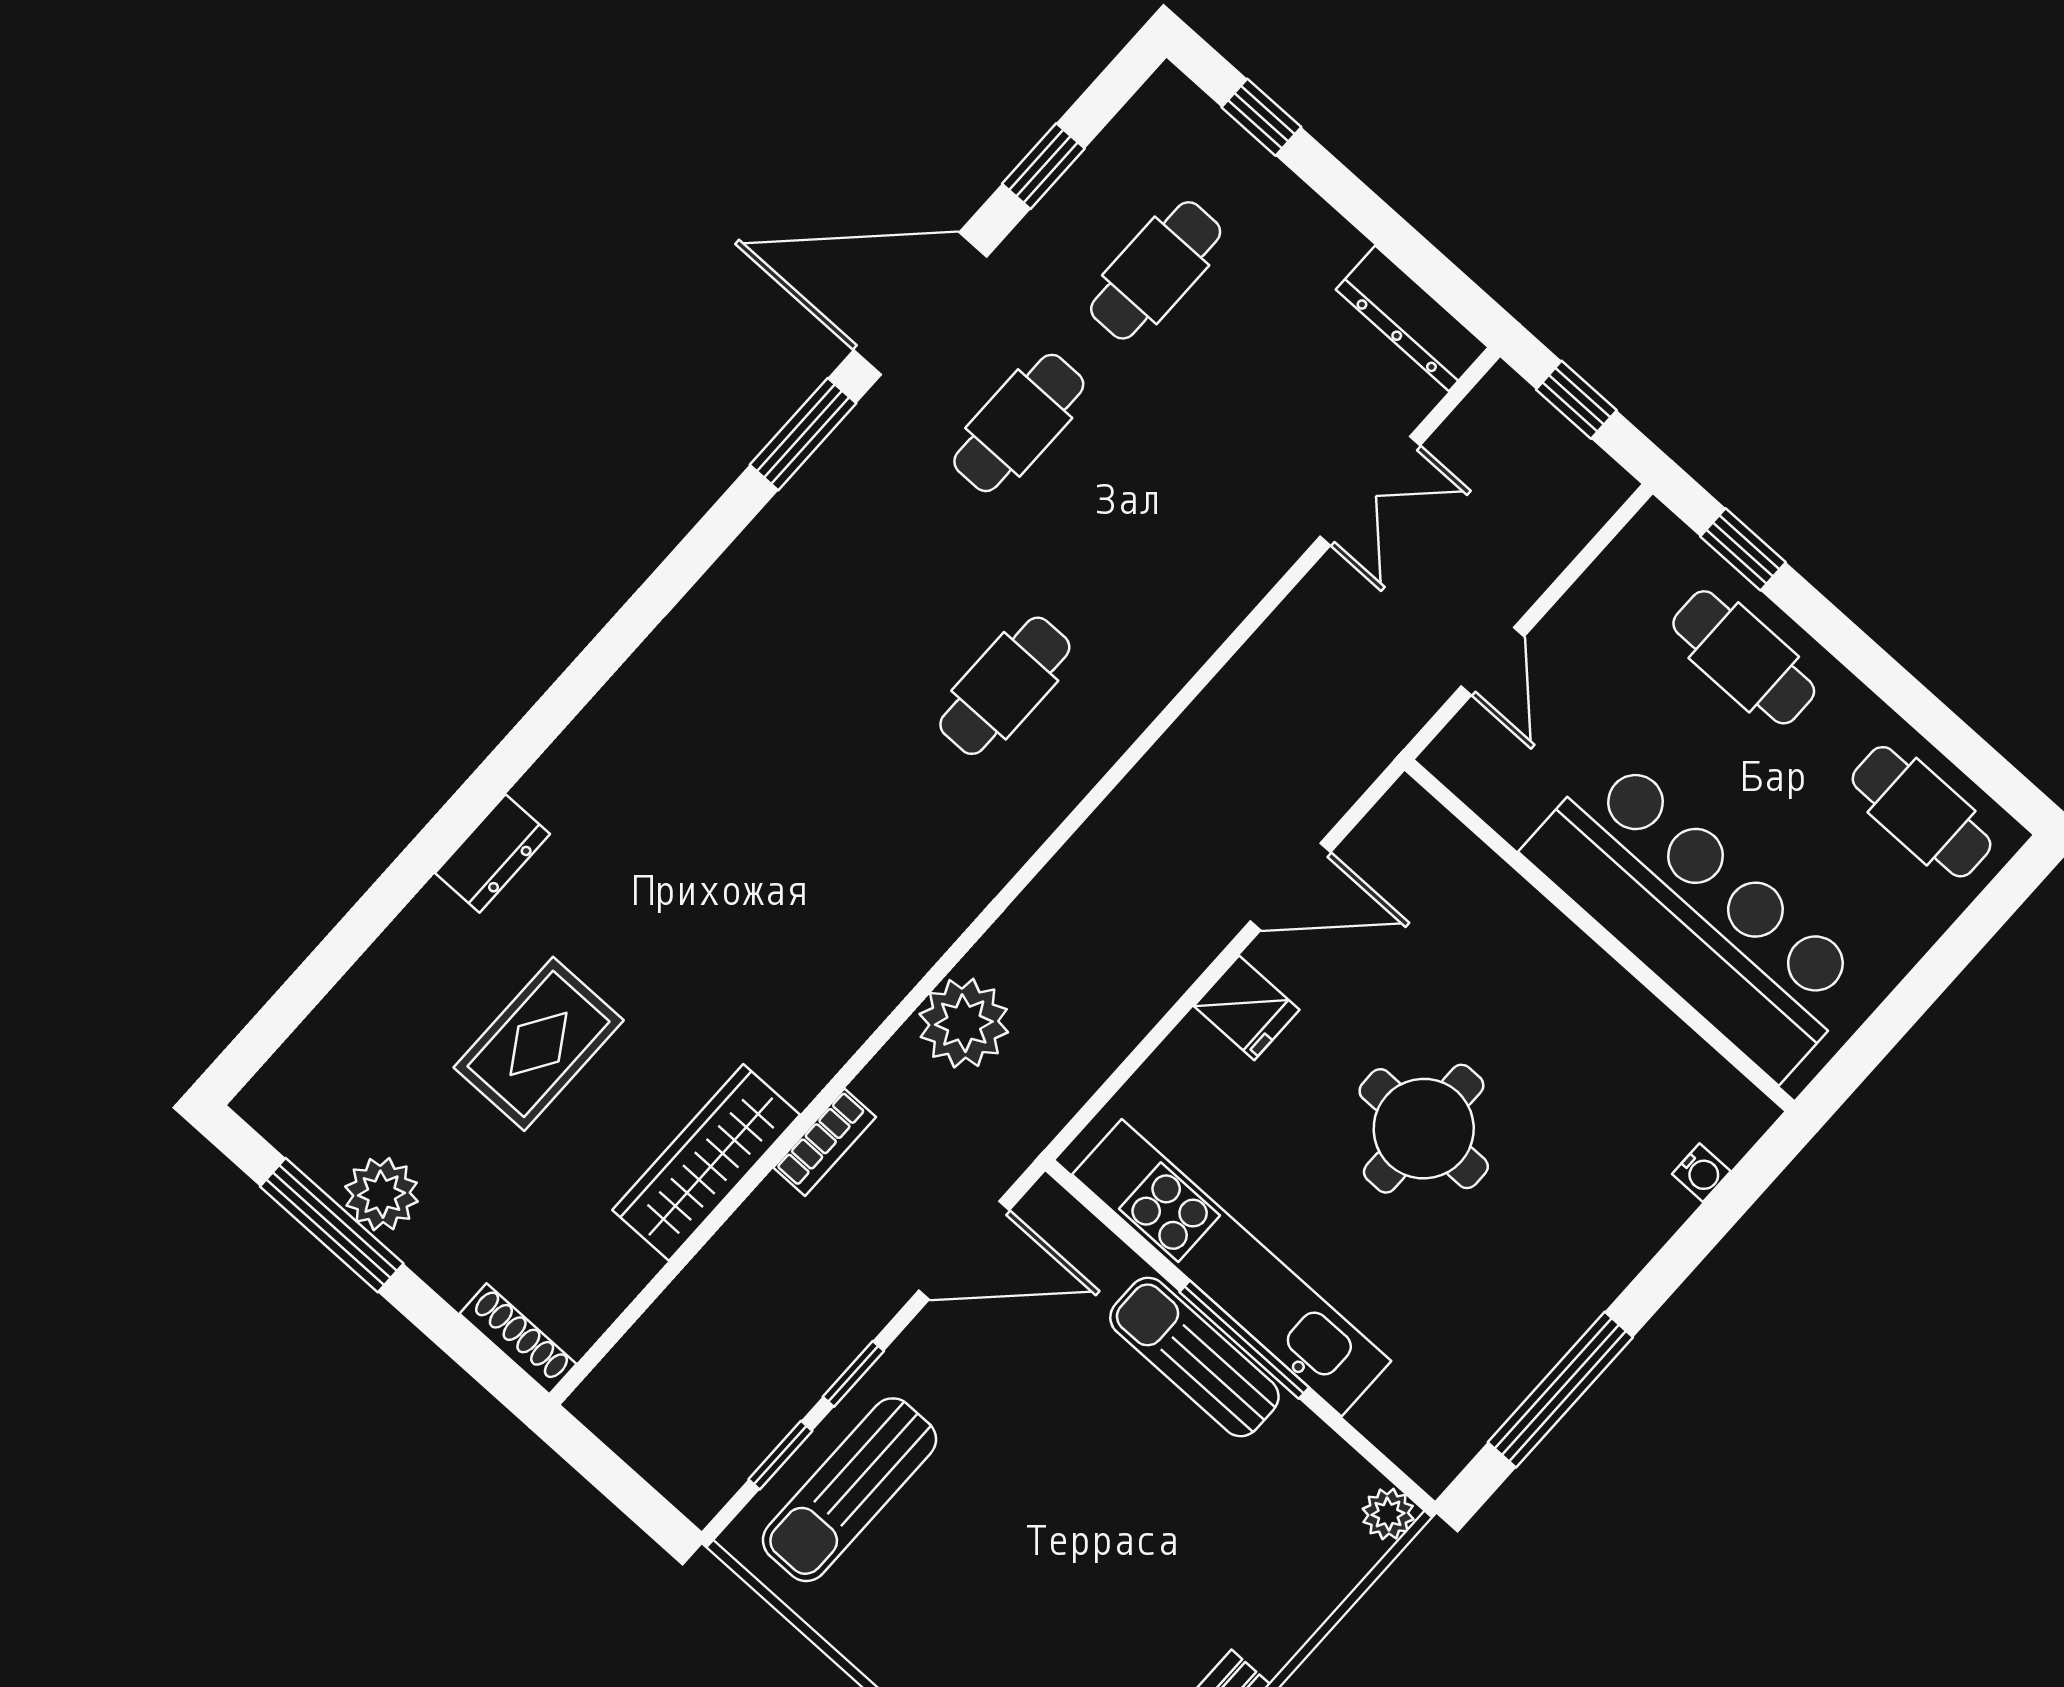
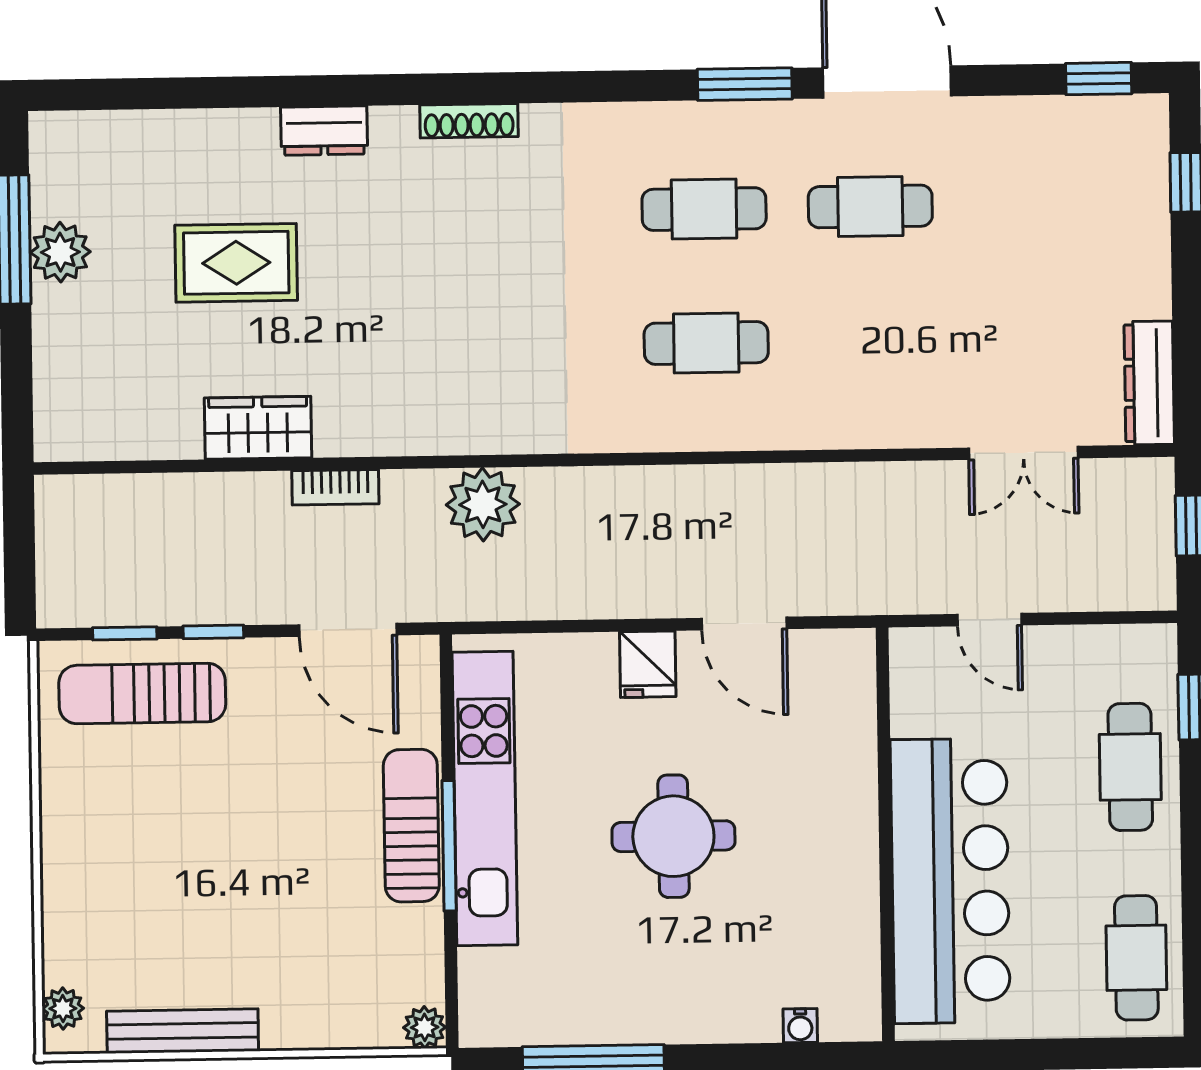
window: (1043, 166) -> (1099, 79), moved
cafe table: (1156, 270) -> (704, 209), moved
door: (1493, 661) -> (989, 620), hinge flipped
wardrobe: (706, 1162) -> (258, 428), width x0.67
shoe rack: (518, 1339) -> (469, 121), moved, turned 90

